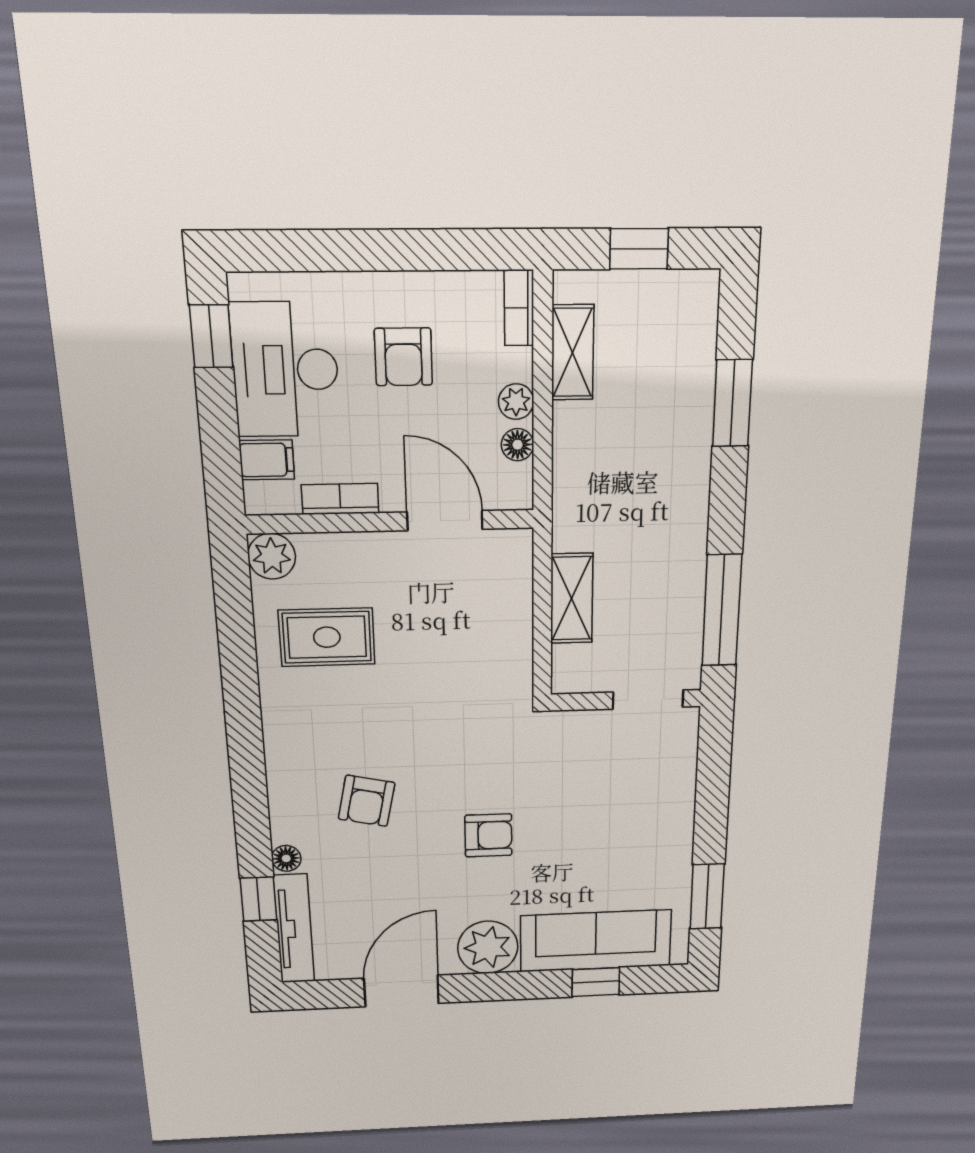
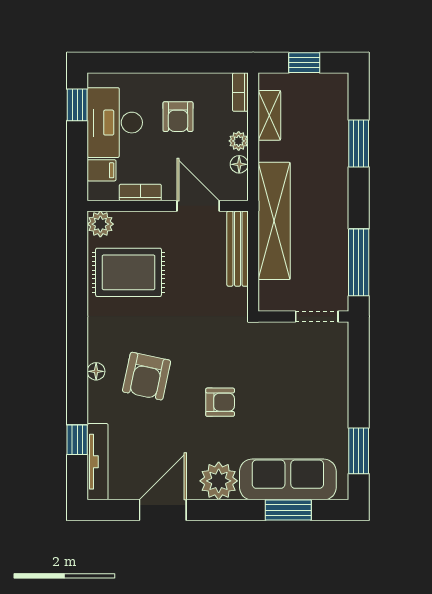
bench: (515, 593) -> (238, 249), added
shelving: (572, 599) -> (274, 221), width x2.20, depth x1.33
rug: (327, 637) -> (129, 272), width x1.36, depth x1.43
armchair: (367, 801) -> (147, 376), width x1.38, depth x1.38
floor lamp: (286, 858) -> (96, 371), moved
window: (596, 982) -> (288, 510), width x1.50

